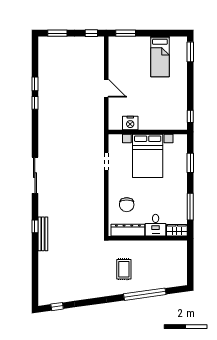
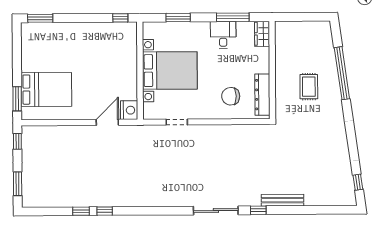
bed: (160, 57) -> (46, 89), moved, width x1.50
door: (106, 88) -> (107, 122), moved
nightstand: (130, 123) -> (129, 110), moved
sliding door: (35, 175) -> (216, 210), moved
chair: (127, 205) -> (231, 96), turned 180
desk: (156, 225) -> (223, 35), moved, turned -90
bench: (43, 234) -> (283, 200), moved
rug: (124, 269) -> (309, 87), moved, turned 90

